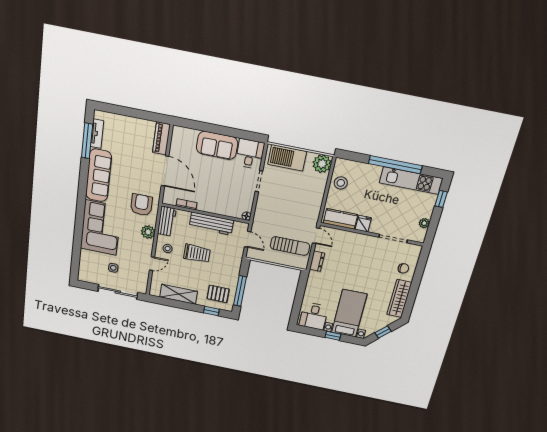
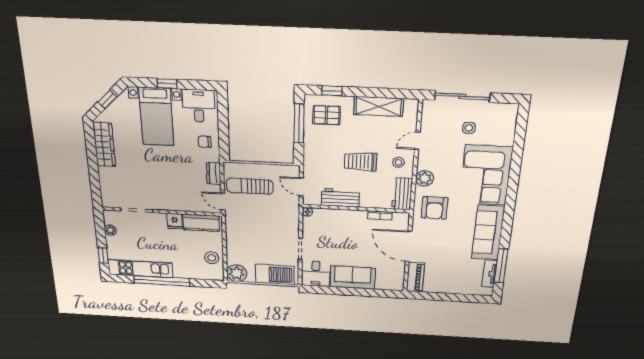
workbench: (211, 224) -> (341, 198), width x0.73
chair: (403, 268) -> (205, 142), moved

